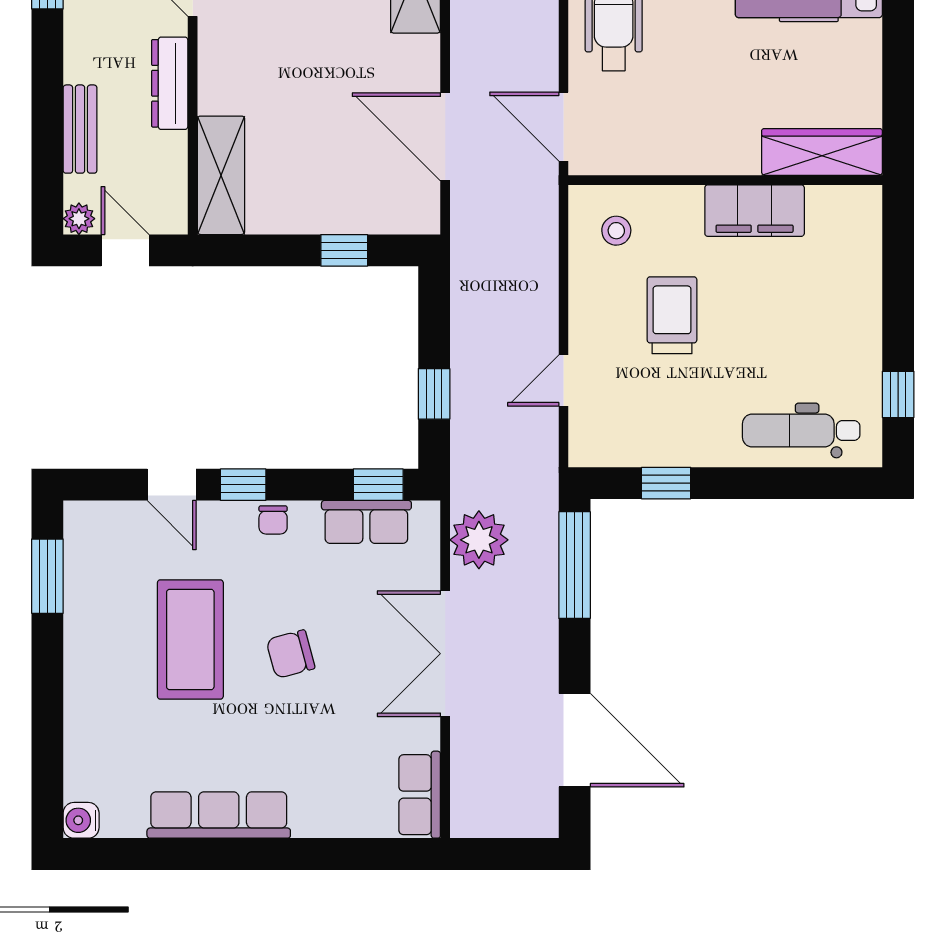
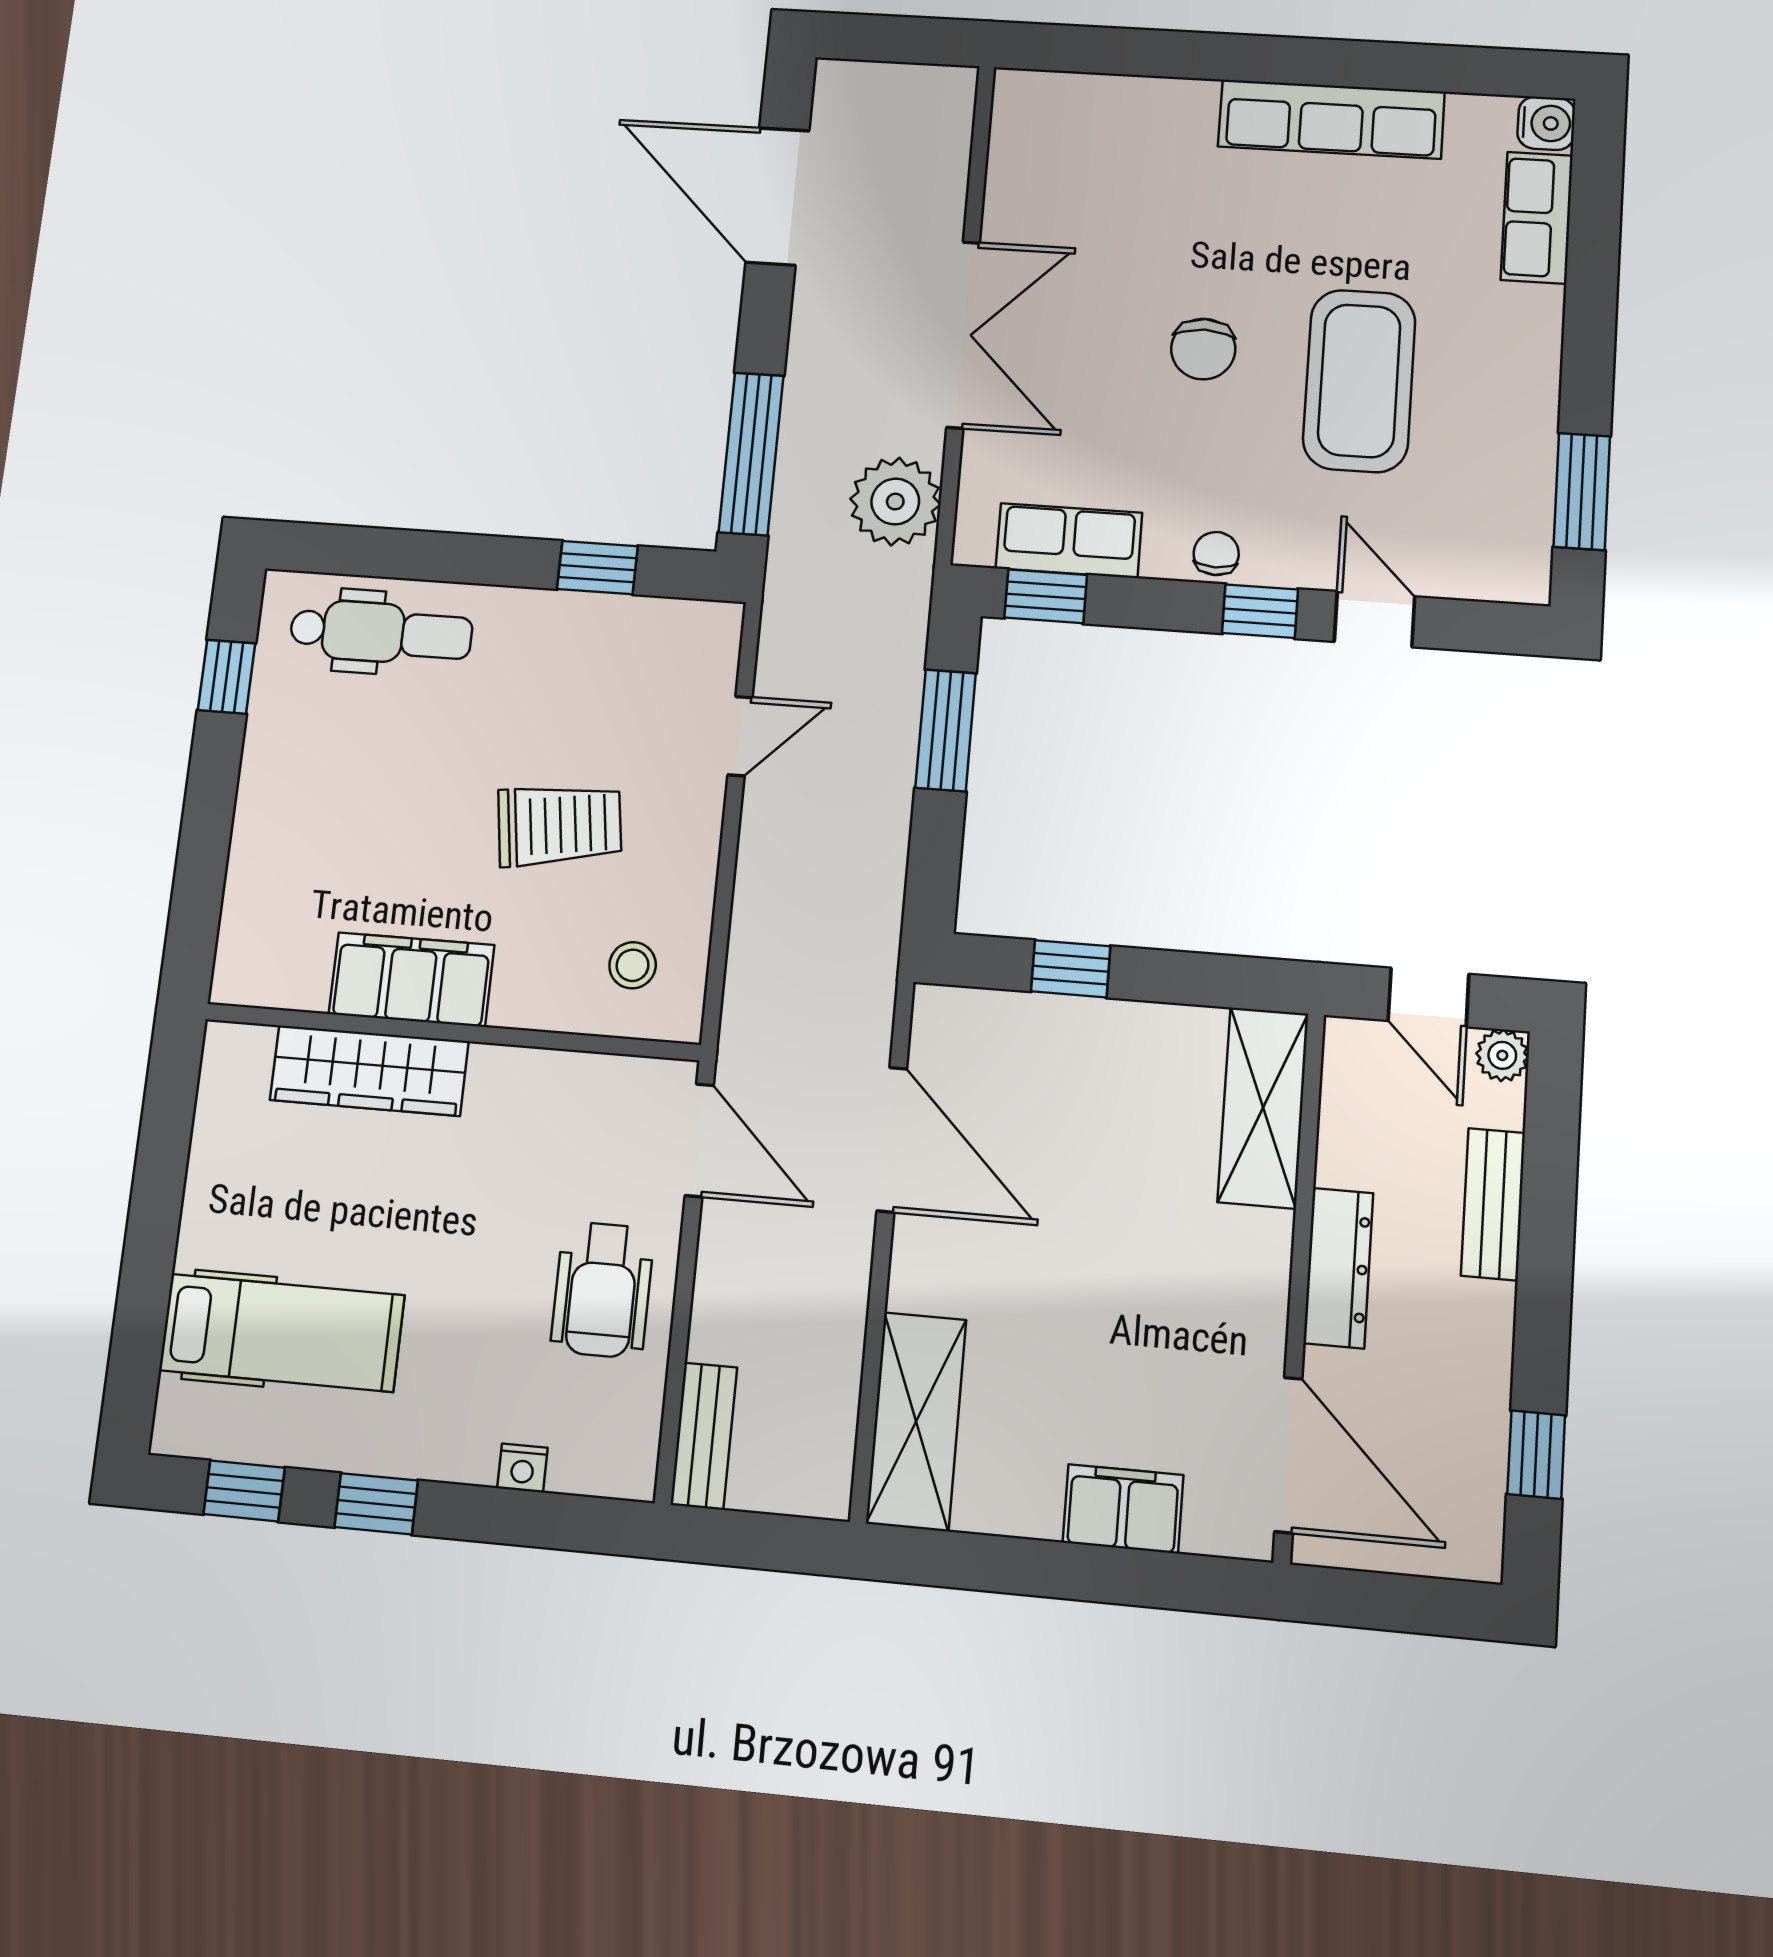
wardrobe: (822, 152) -> (369, 1071), moved
trolley: (672, 315) -> (560, 825), turned -98
window: (434, 394) -> (946, 730), width x1.50
chair: (291, 654) -> (1203, 349), turned 105
row of seats: (420, 795) -> (1537, 218), moved, turned 180

